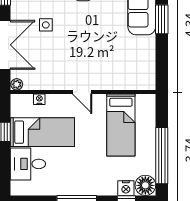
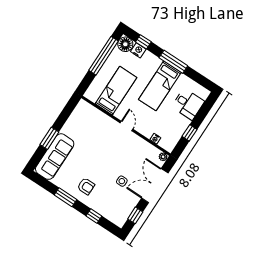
bed: (42, 132) -> (160, 86), moved, turned -90

